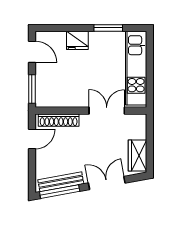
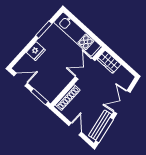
door: (32, 139) -> (75, 129), moved
wardrobe: (137, 156) -> (109, 62), moved

